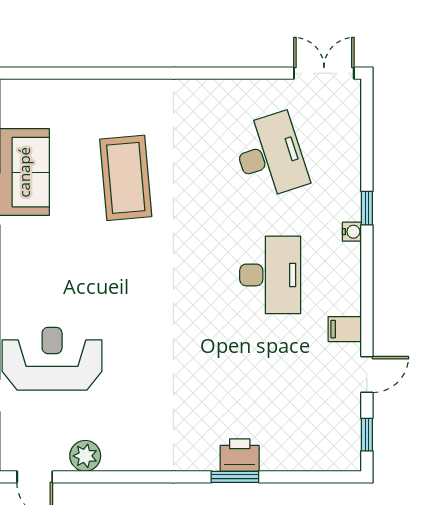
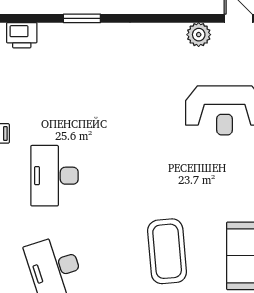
printer: (240, 455) -> (22, 35), moved

